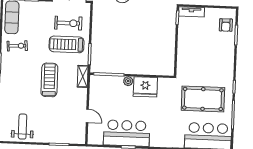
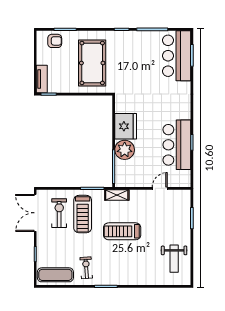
plant: (128, 81) -> (125, 150), width x1.87, depth x1.87
pool table: (203, 99) -> (92, 63), moved
weight bench: (23, 127) -> (174, 259), turned -90

